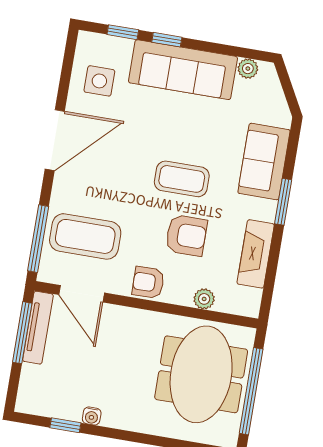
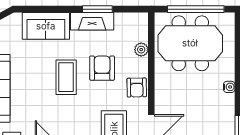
window: (283, 202) -> (97, 9), moved
fireplace: (256, 254) -> (92, 21), moved
water cooler: (92, 416) -> (229, 87), moved

